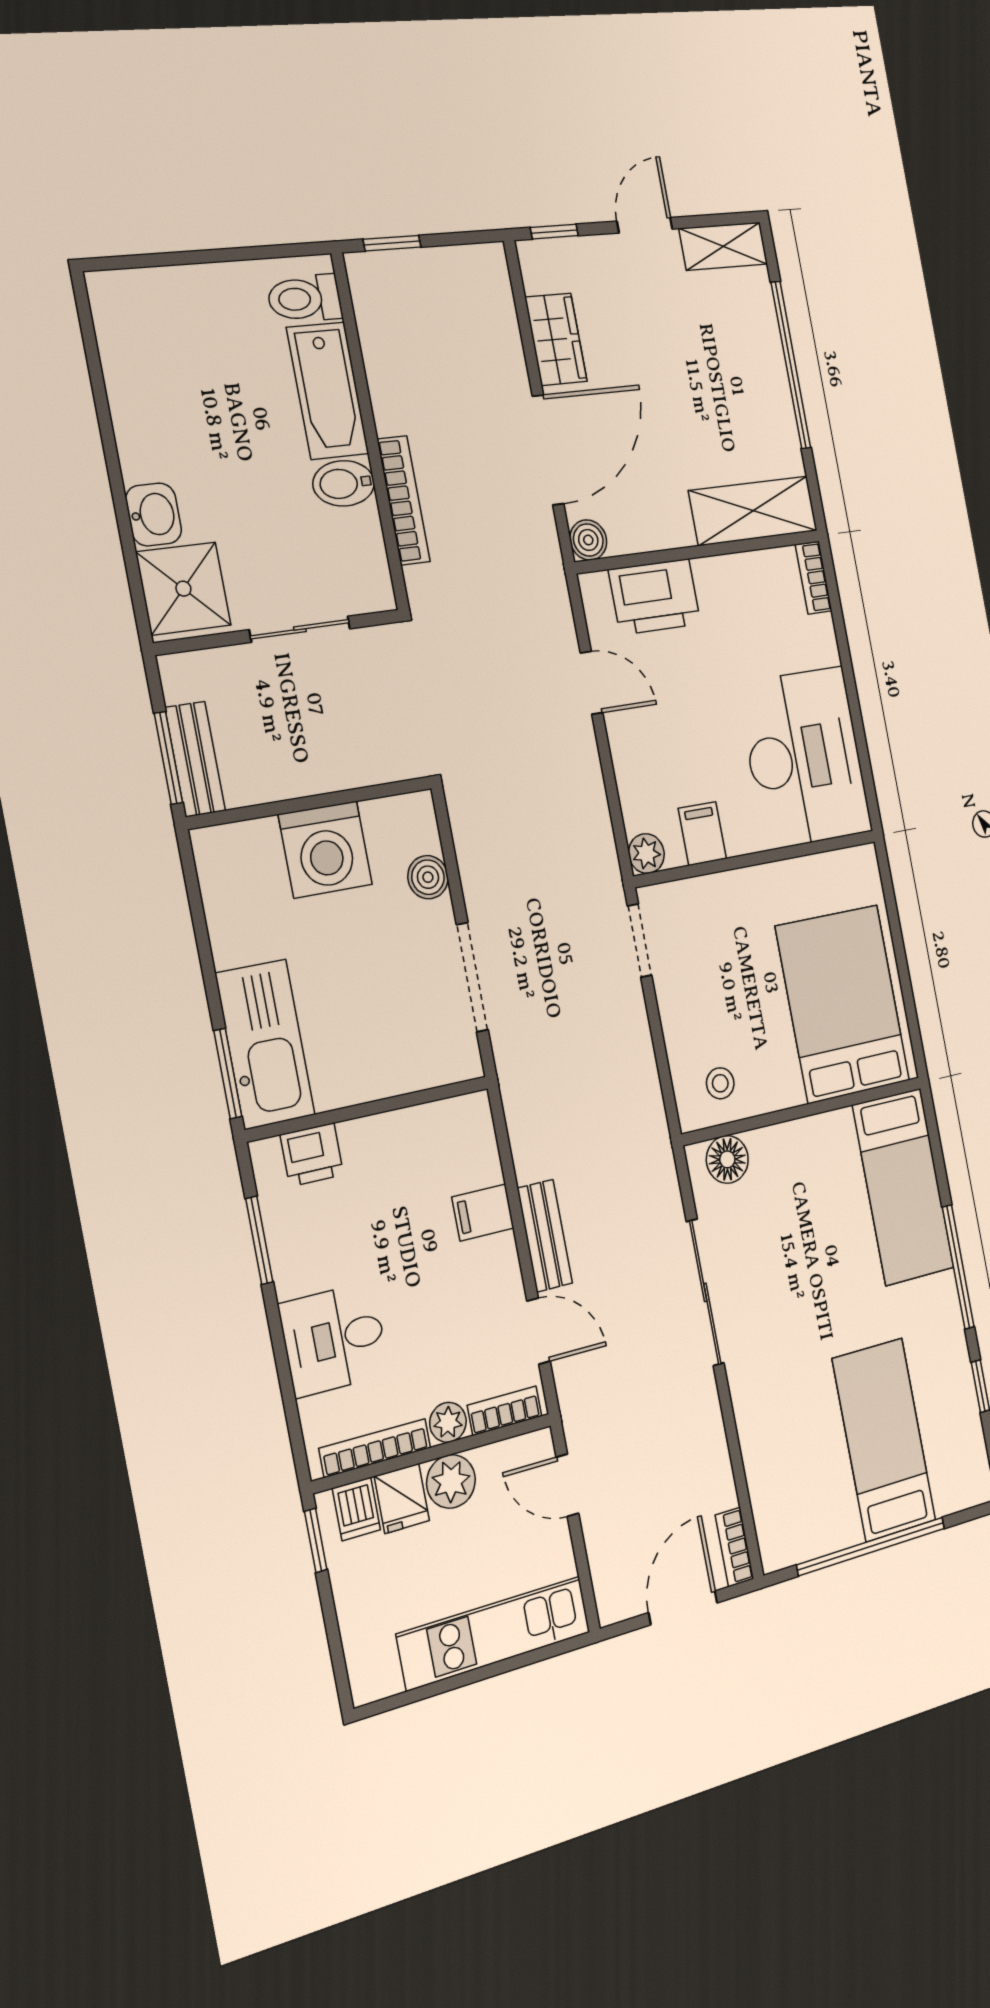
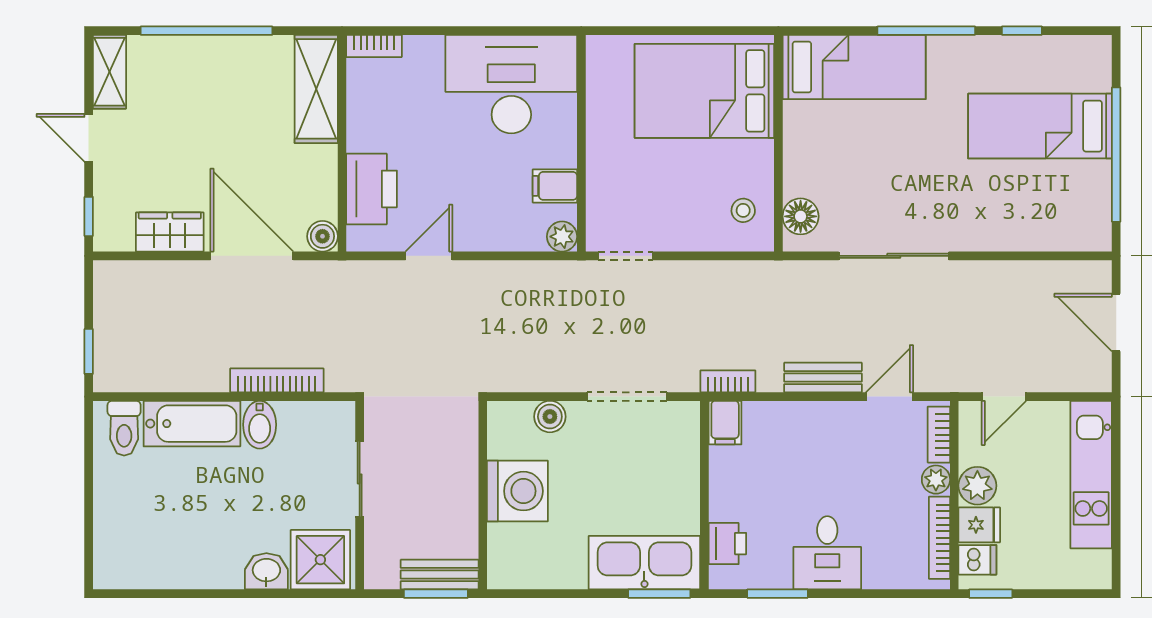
filing cabinet: (483, 1213) -> (725, 423), moved
desk: (334, 1339) -> (827, 553), moved
bookcase: (734, 1547) -> (728, 381), moved, turned 180

